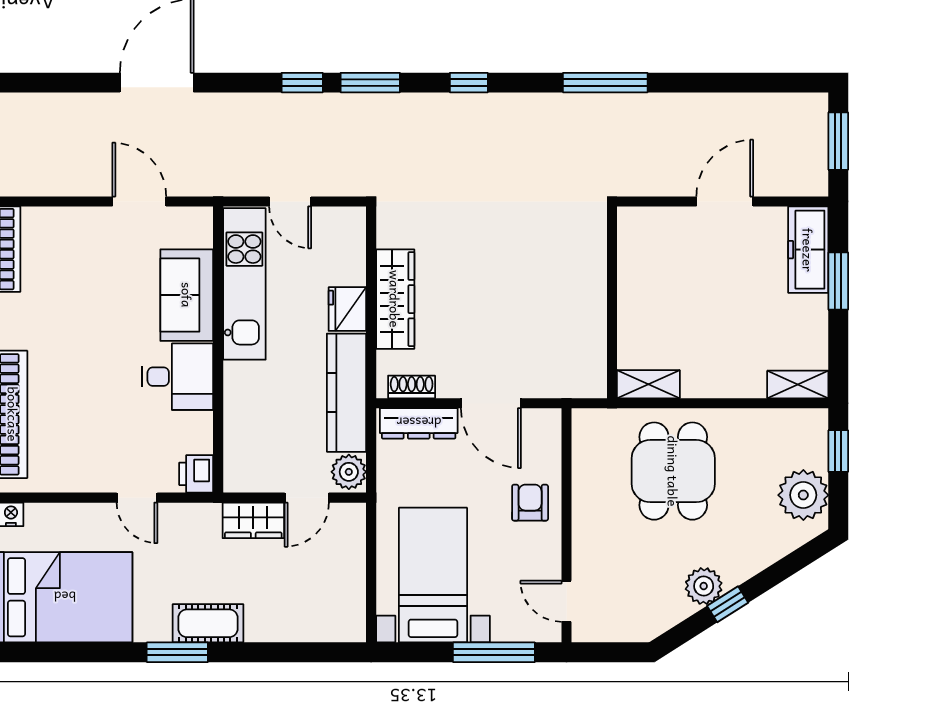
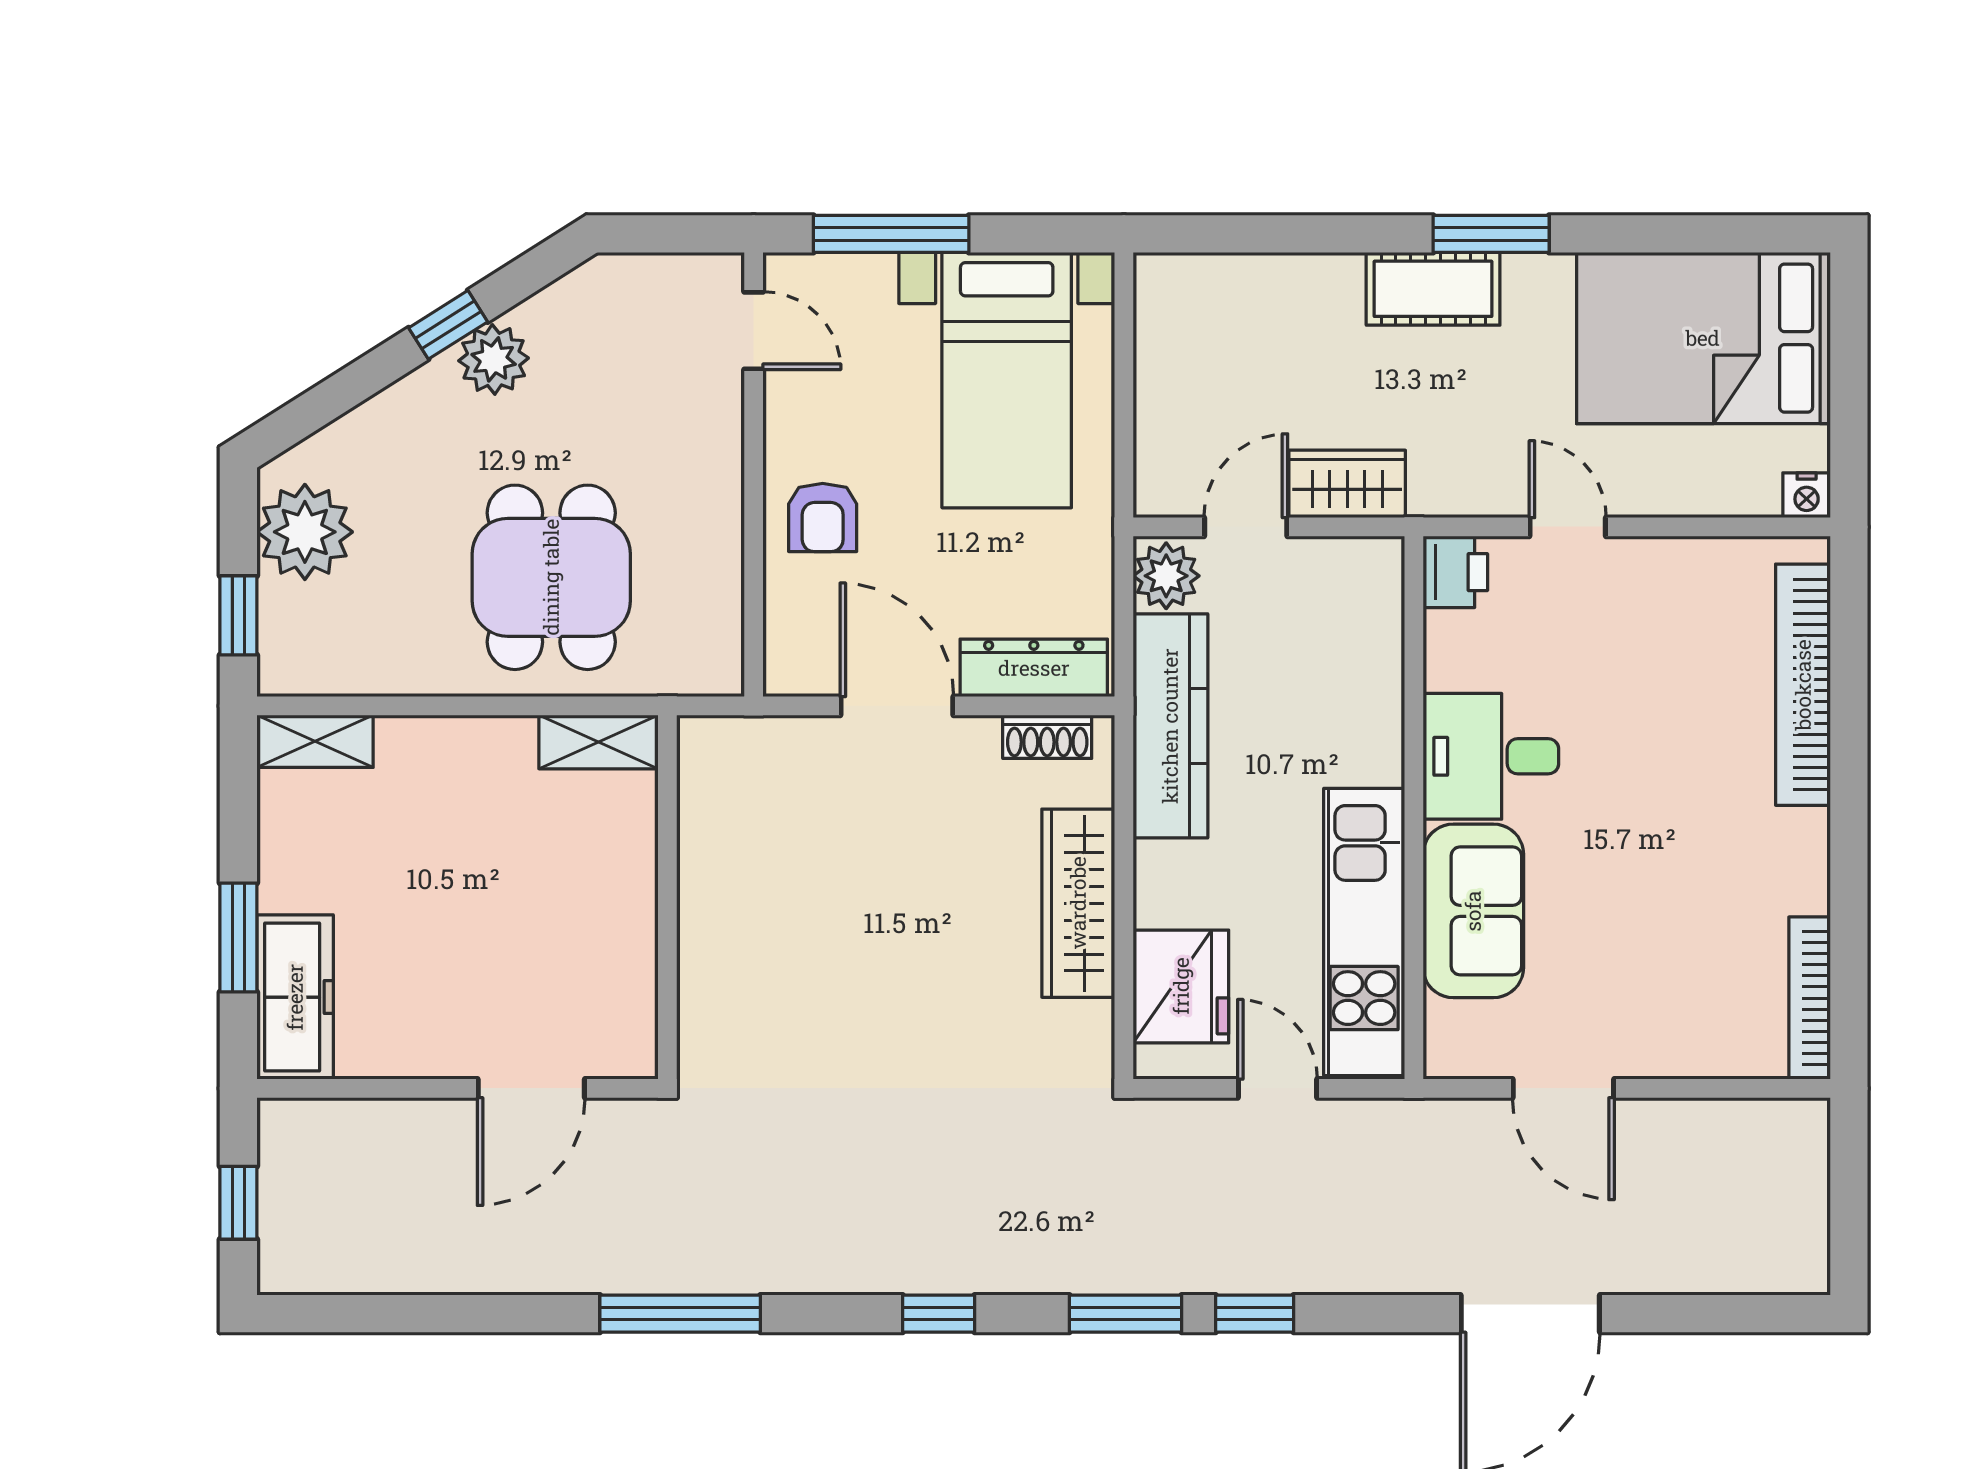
window: (838, 141) -> (238, 1203), width x0.67
door: (725, 201) -> (531, 1088), moved
fridge: (347, 309) -> (1181, 986), moved, width x1.36, depth x1.34

